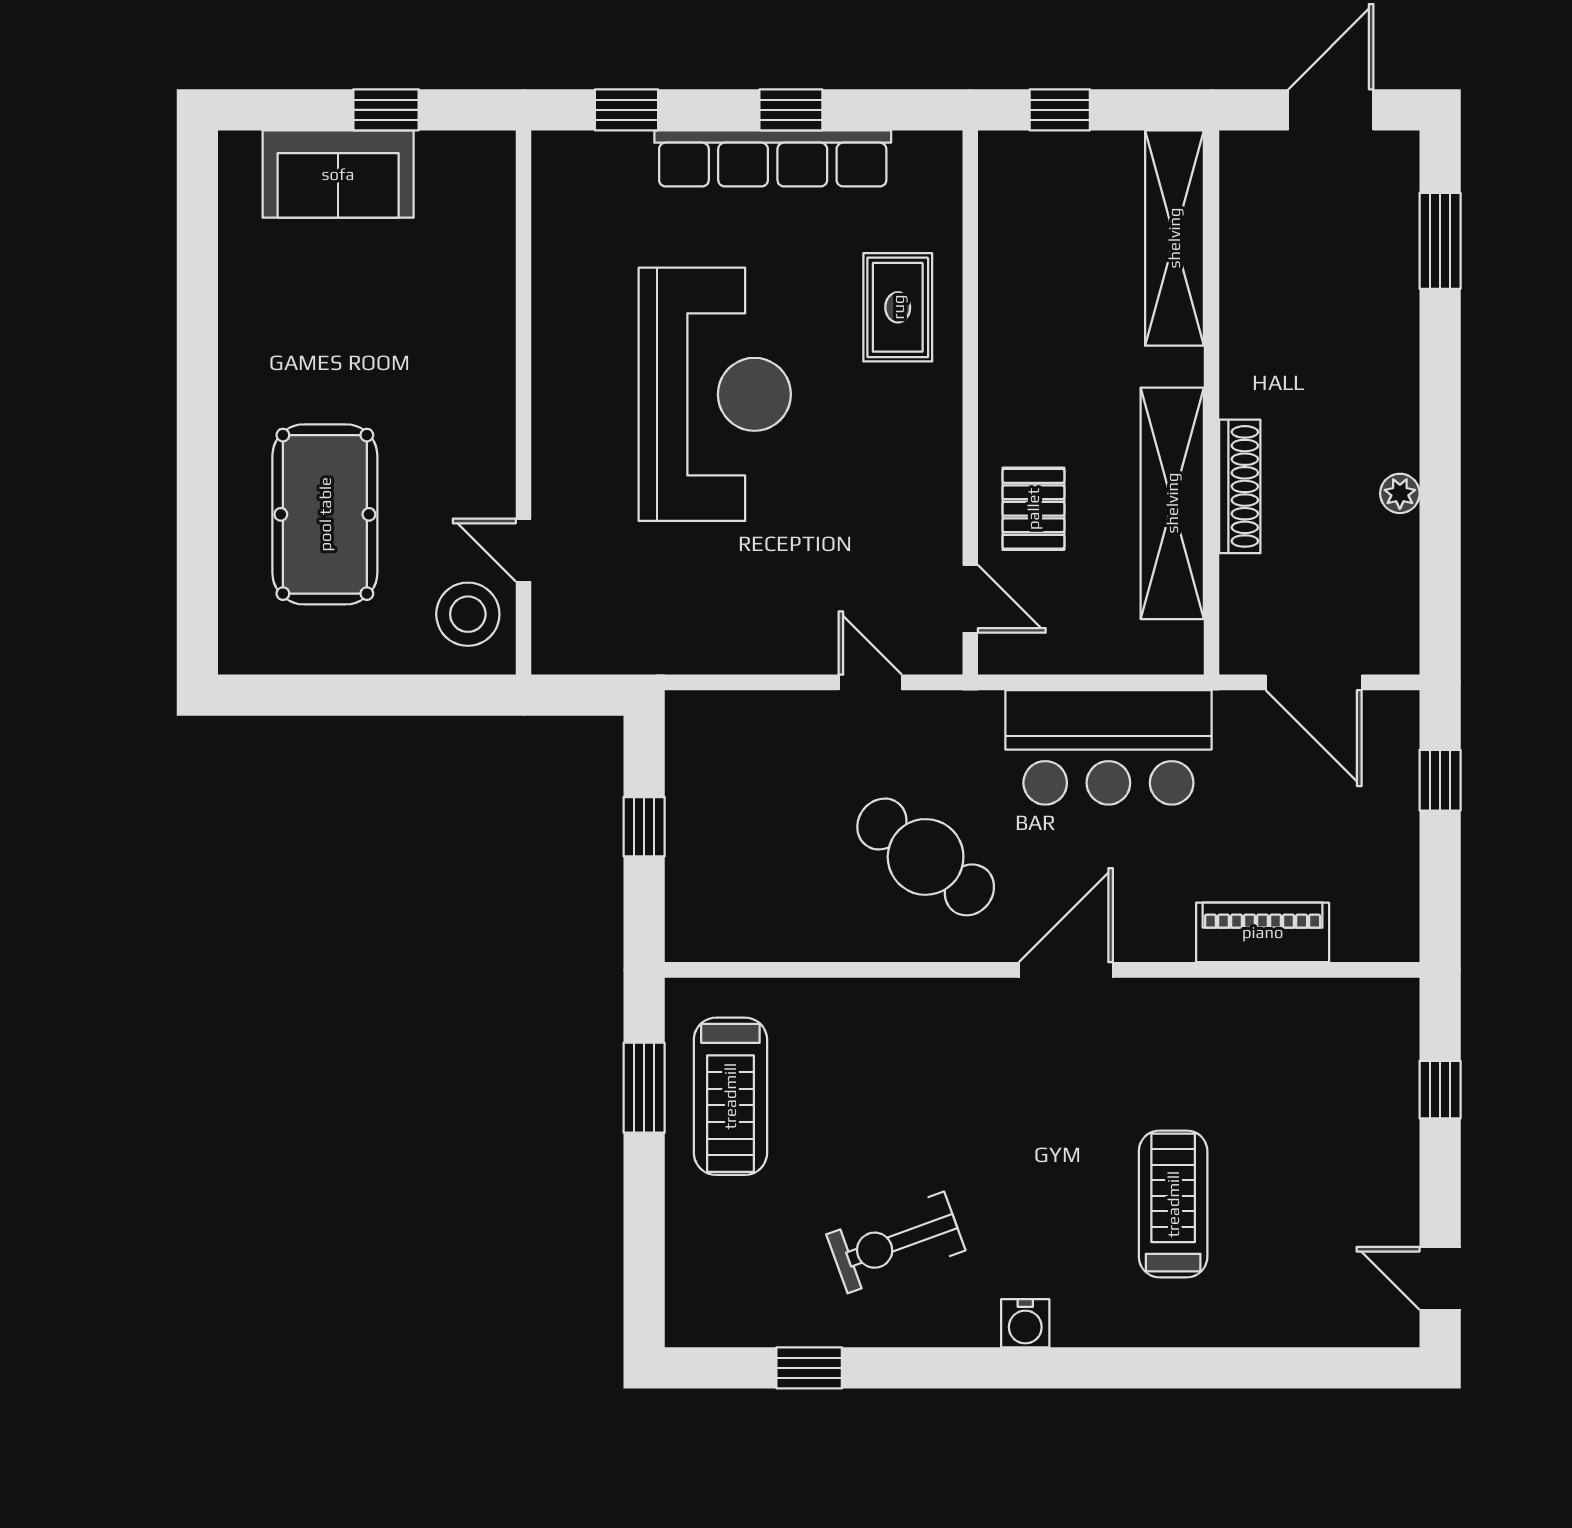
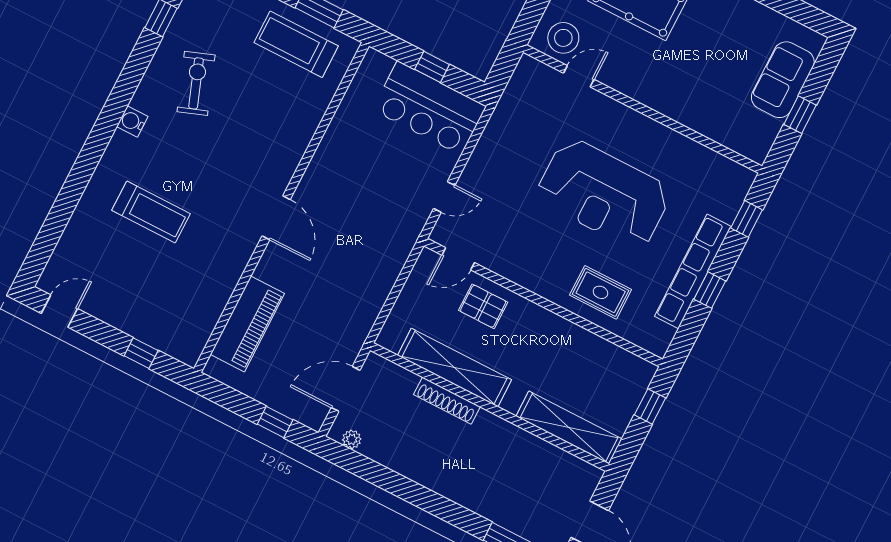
plant: (1400, 493) -> (352, 439), moved
bar counter: (1108, 747) -> (429, 108), moved, turned -90
cafe table: (926, 857) -> (356, 182), removed
piano: (1263, 932) -> (247, 324), width x1.37, depth x1.33

